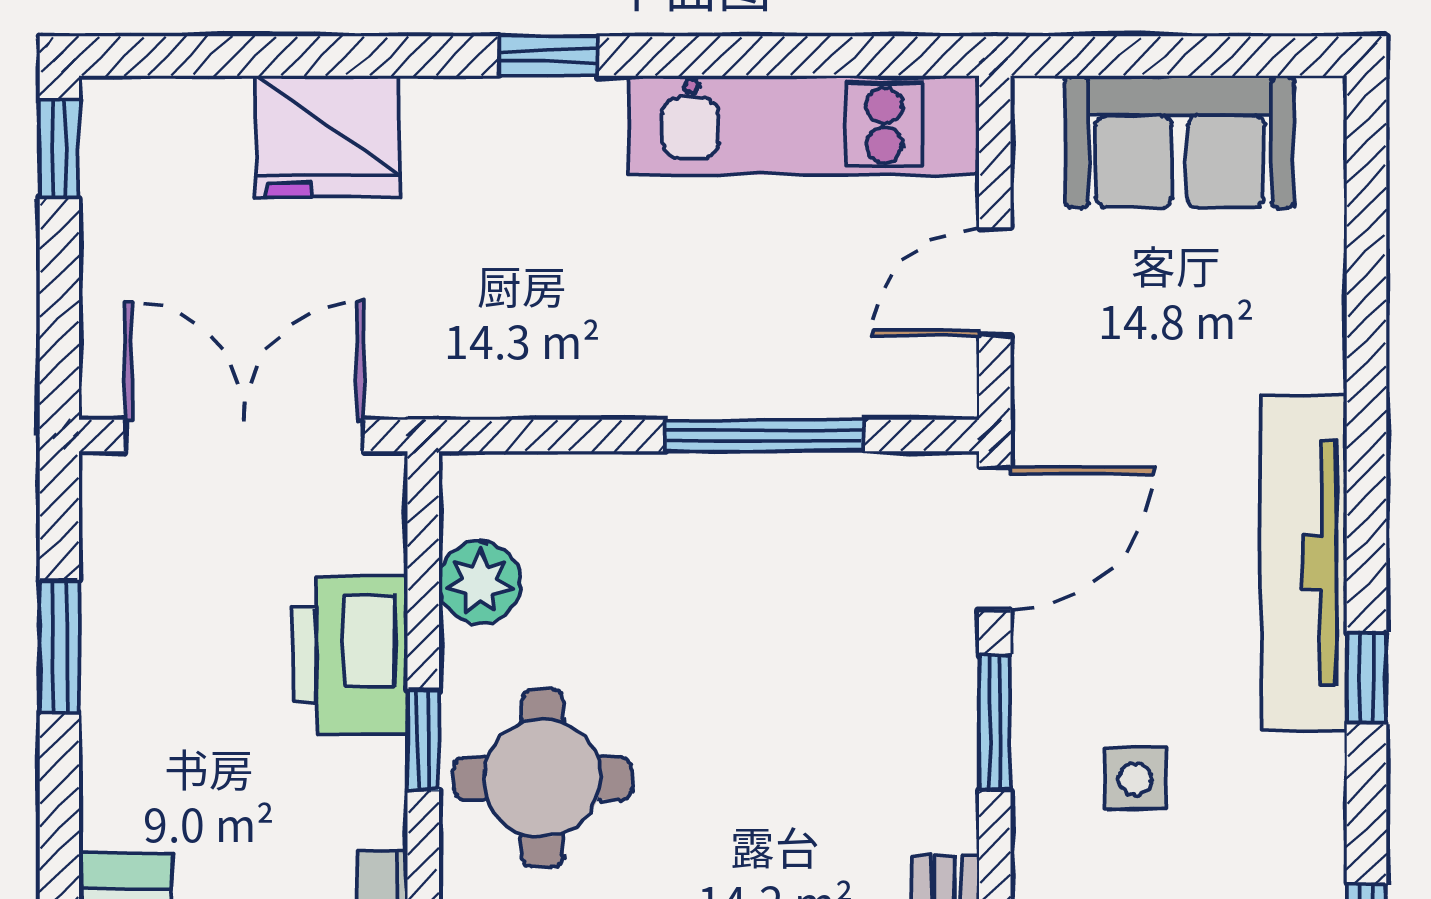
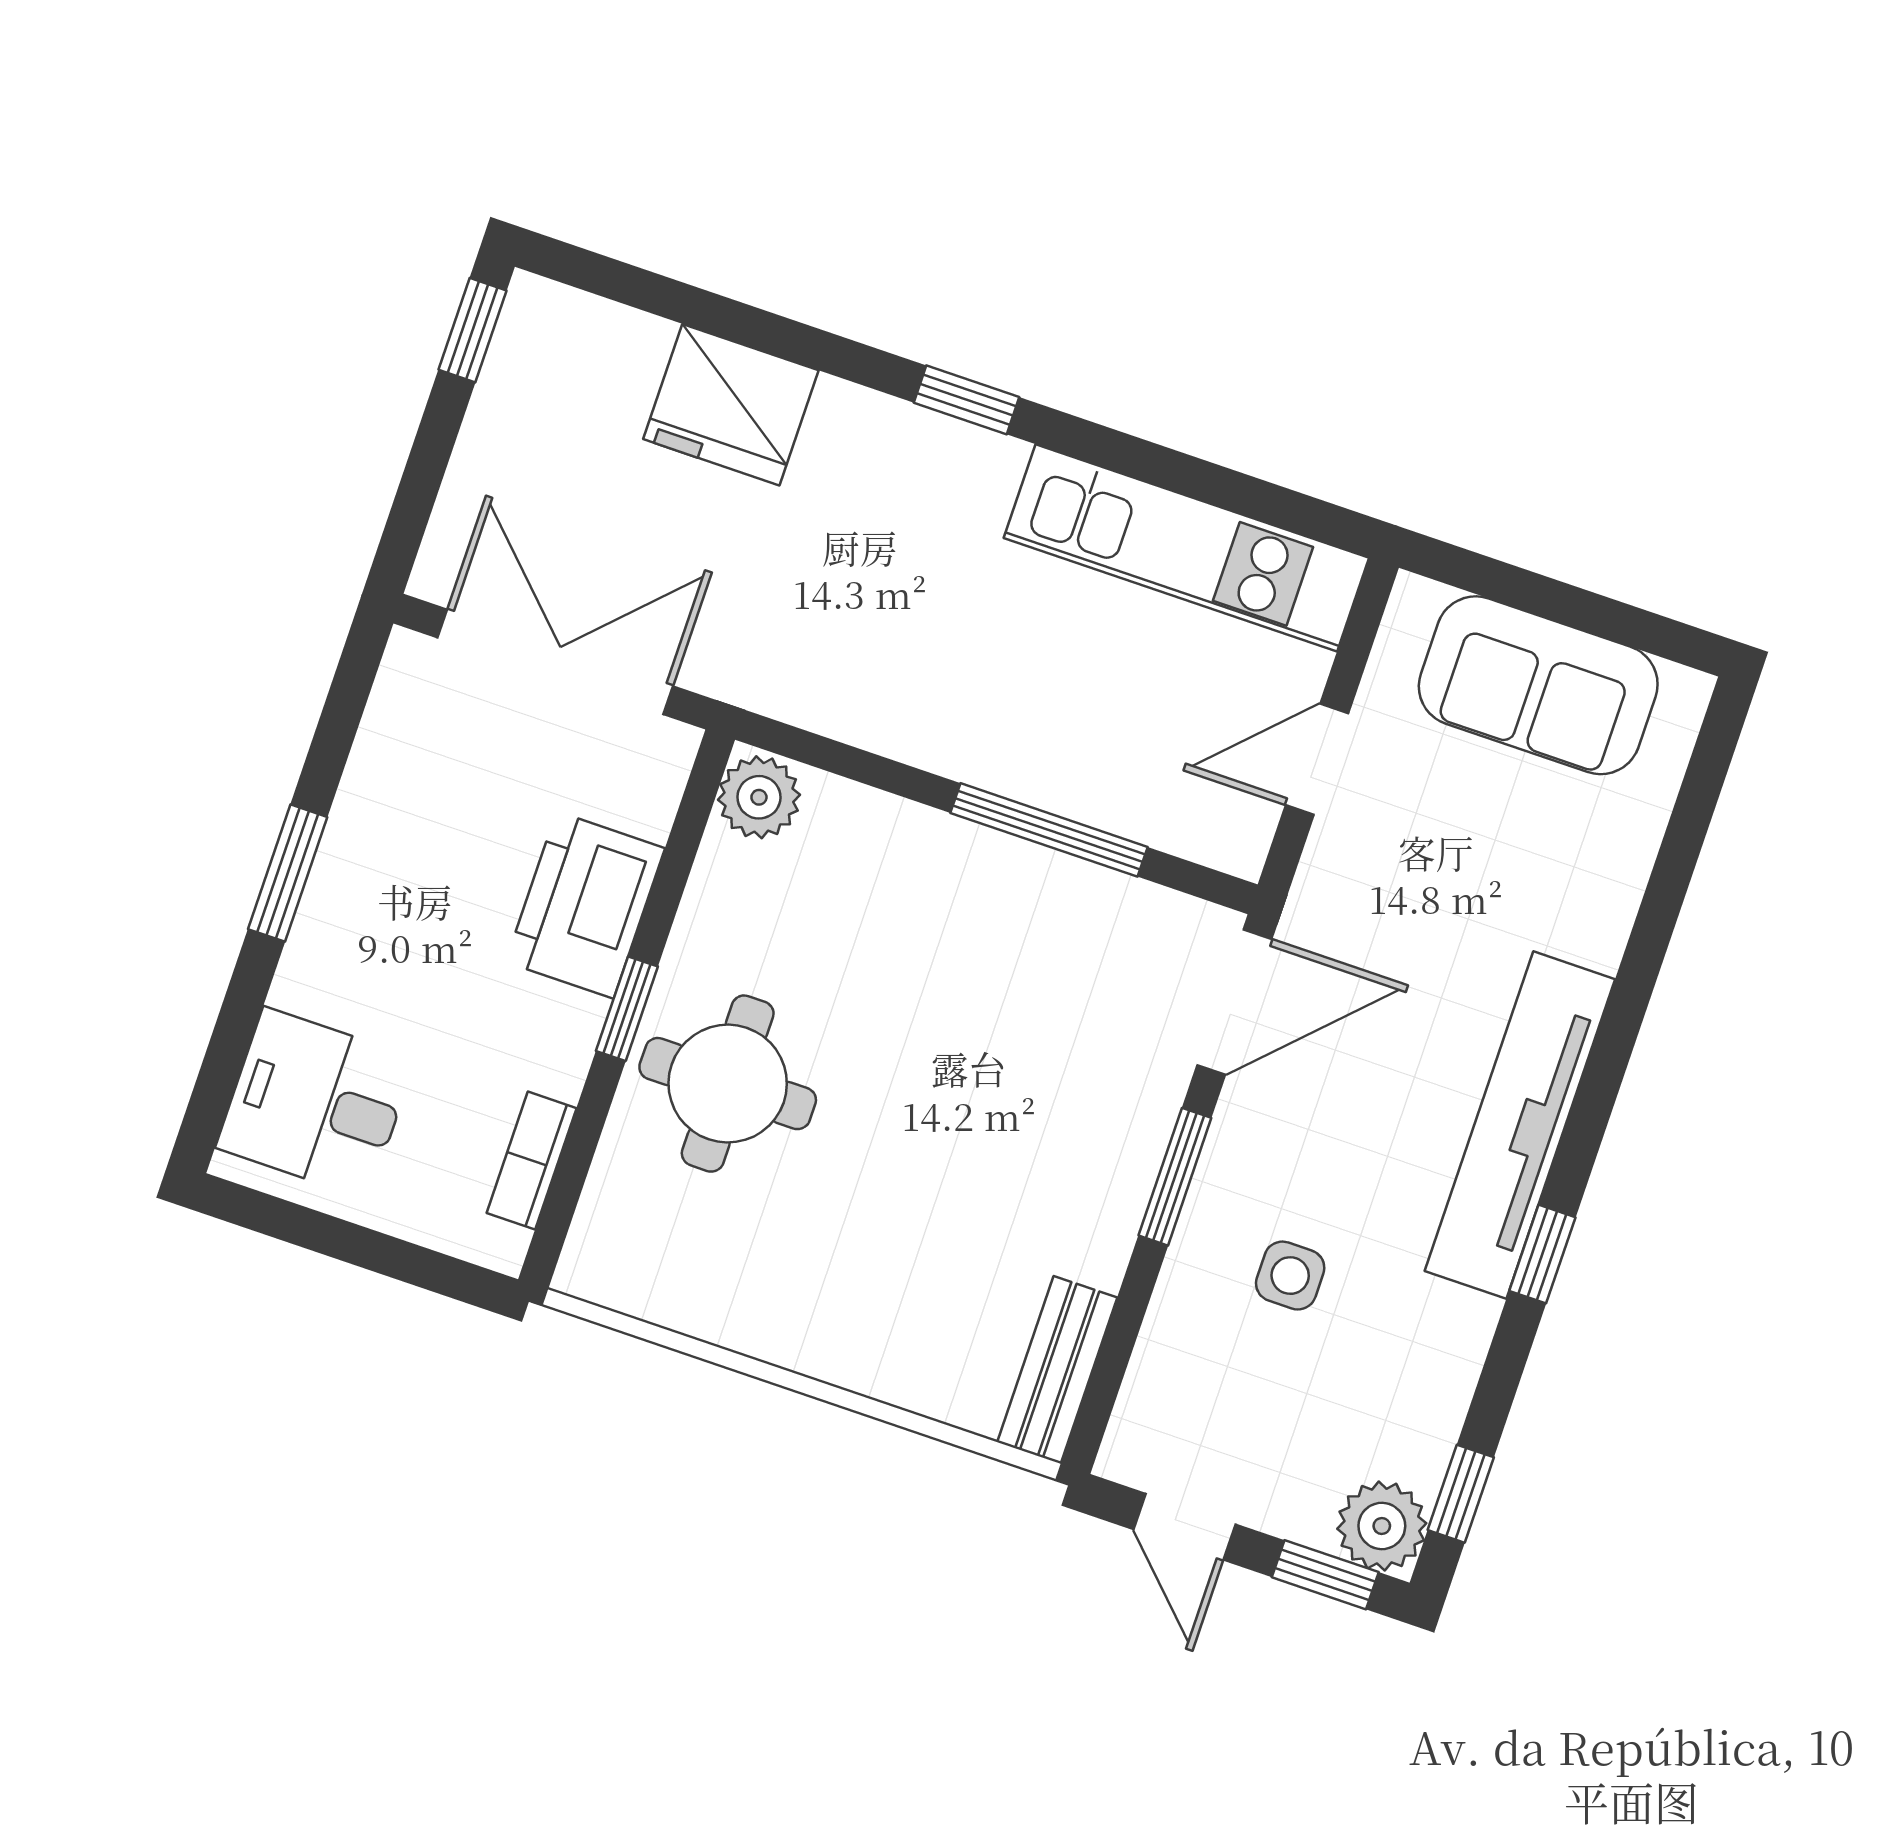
plant: (480, 583) -> (759, 797), moved
window: (59, 647) -> (288, 873), moved

